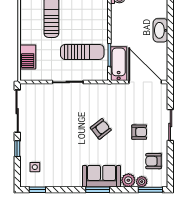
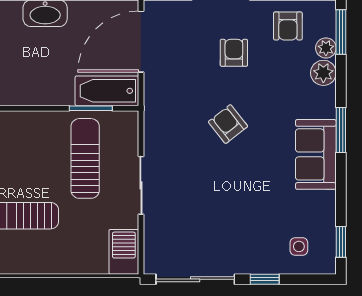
barbecue: (28, 57) -> (124, 252), moved, turned -90
sofa: (102, 176) -> (316, 154), moved

